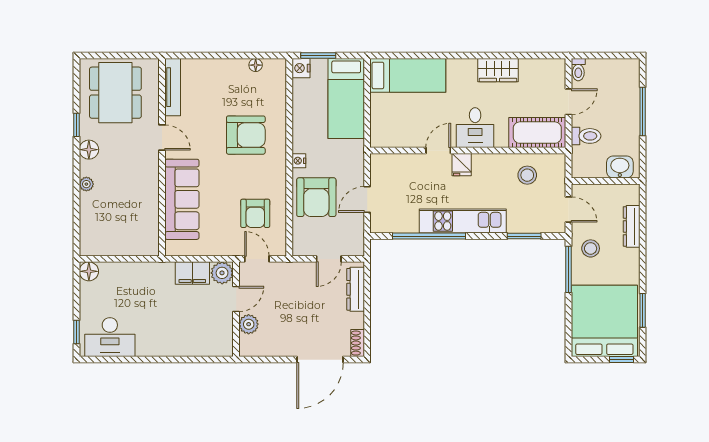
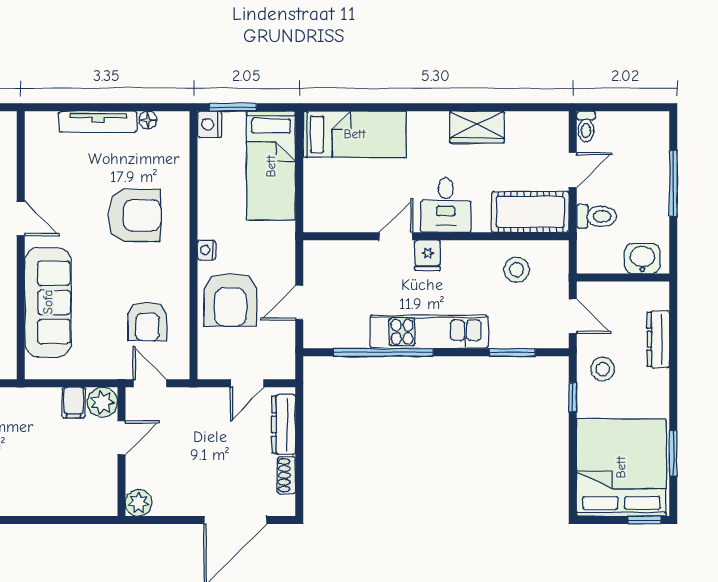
tv unit: (173, 87) -> (98, 122), moved, turned 90
window: (569, 269) -> (573, 397), width x0.46
filing cabinet: (192, 273) -> (74, 403), width x0.50
plant: (249, 324) -> (139, 503), moved
shoe rack: (358, 343) -> (286, 475), moved

